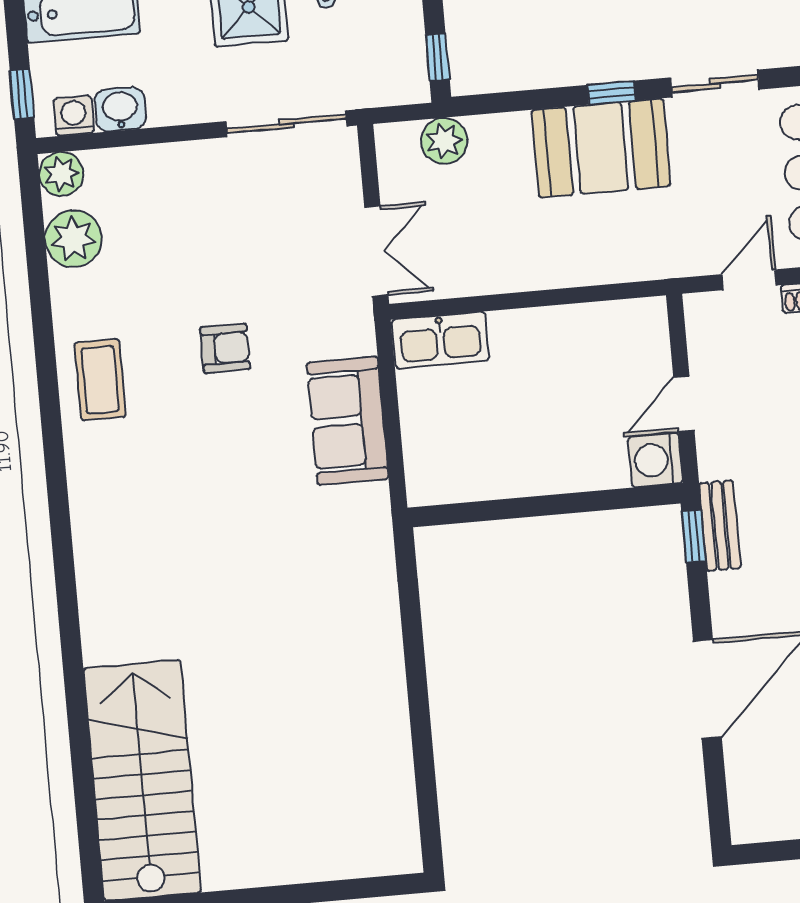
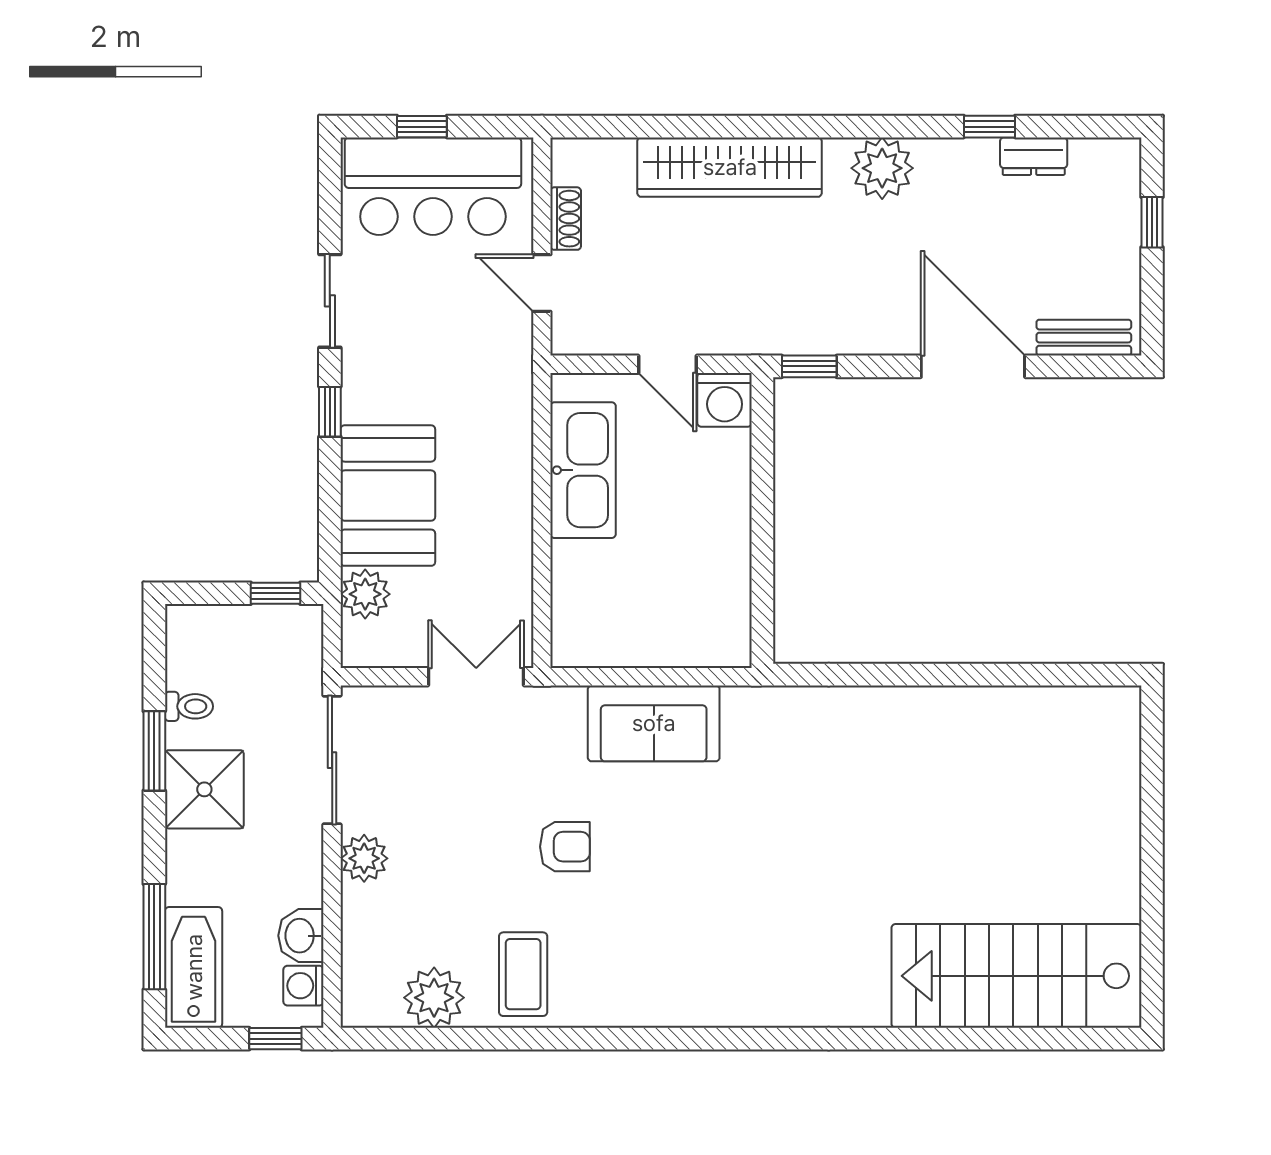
booth: (601, 148) -> (388, 496), moved
plant: (61, 174) -> (364, 858), moved
kitchen sink: (440, 340) -> (583, 470), moved, width x1.36, depth x1.24
armchair: (225, 348) -> (565, 847), turned 90
coffee table: (100, 380) -> (523, 974), moved, turned 90
bench: (720, 526) -> (1084, 338), moved

